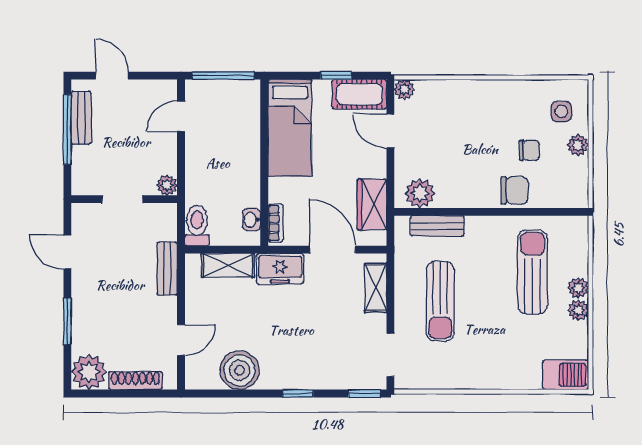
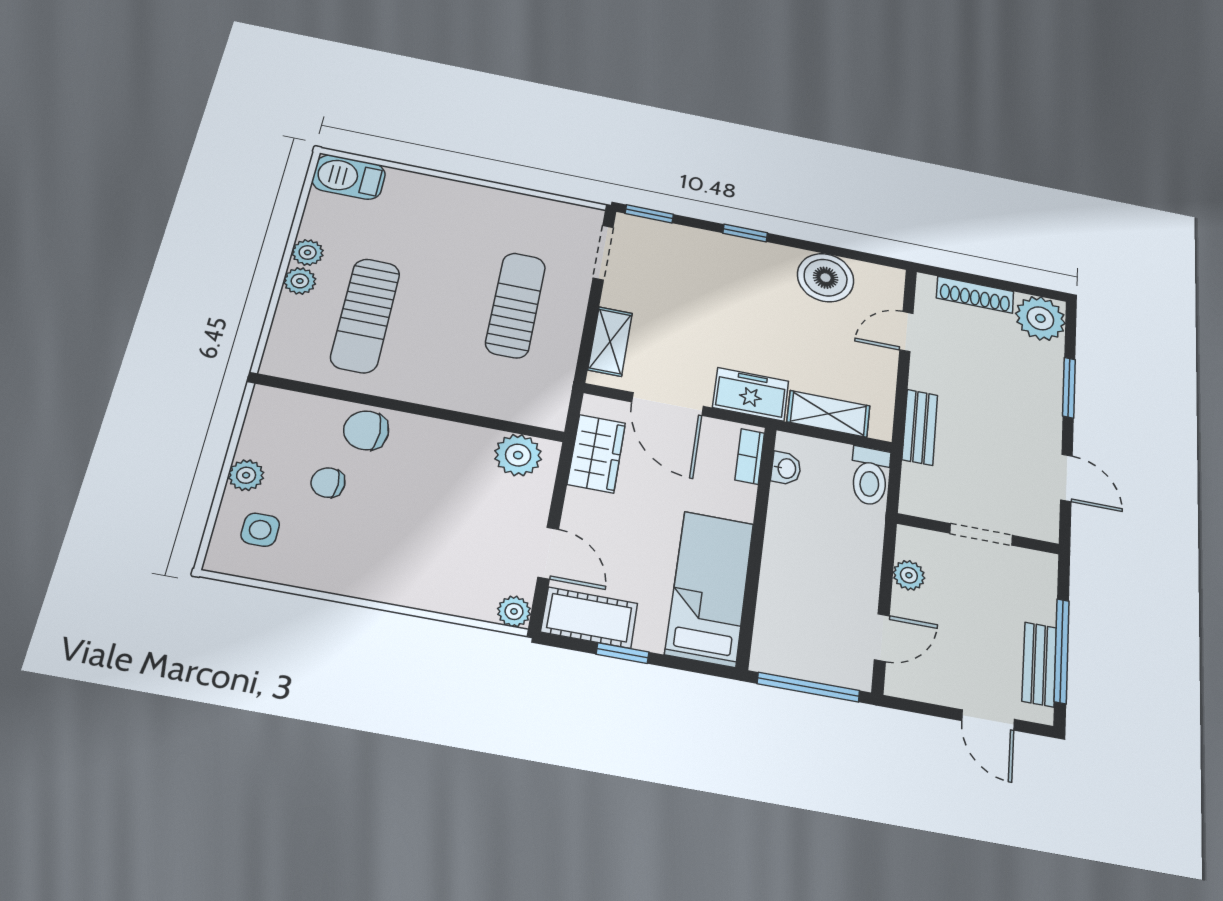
plant: (167, 185) -> (909, 575), moved
bench: (437, 226) -> (500, 405), removed

